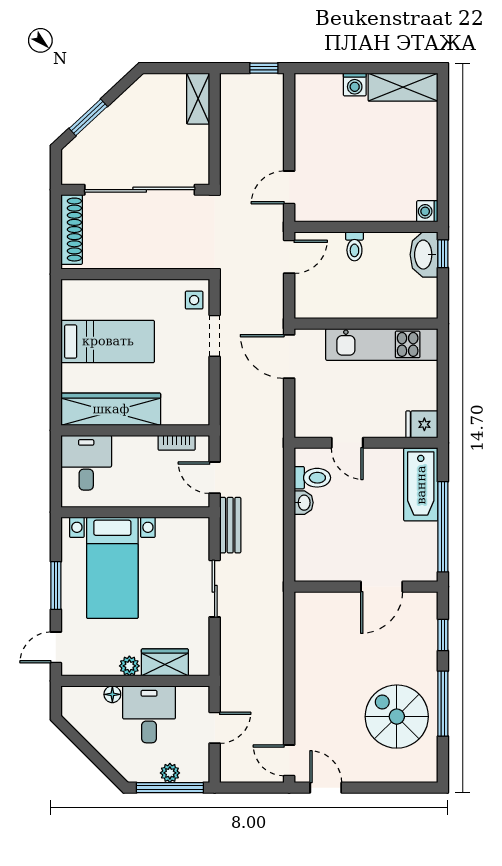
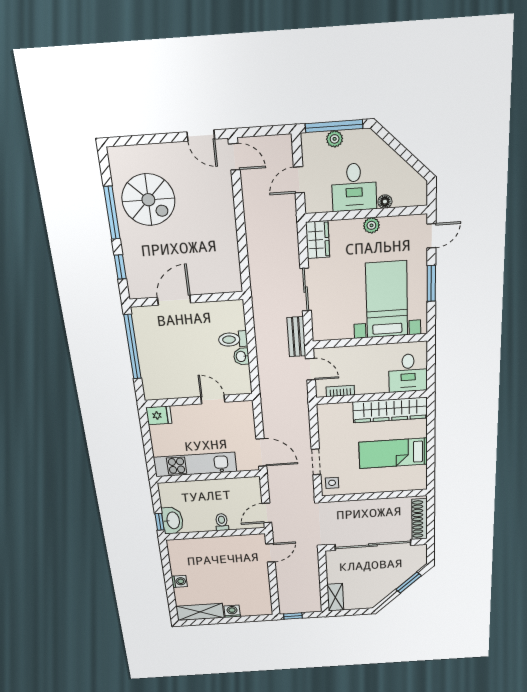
washing machine: (427, 211) -> (179, 581), moved
toilet: (312, 478) -> (233, 339), moved
bathtub: (421, 485) -> (154, 375), removed
wardrobe: (165, 662) -> (318, 240), moved, turned -90

